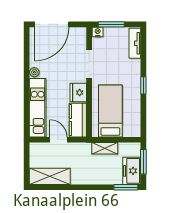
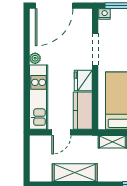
door: (58, 140) -> (61, 132), swing flipped
shelving: (50, 176) -> (75, 173), moved

